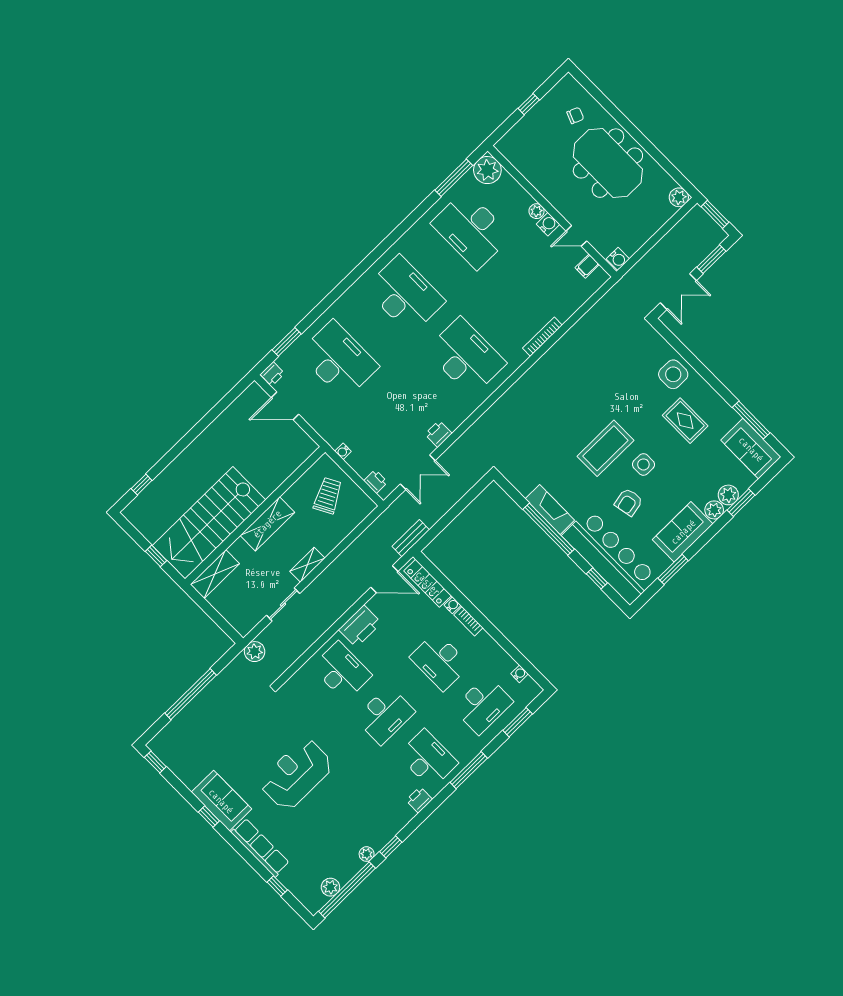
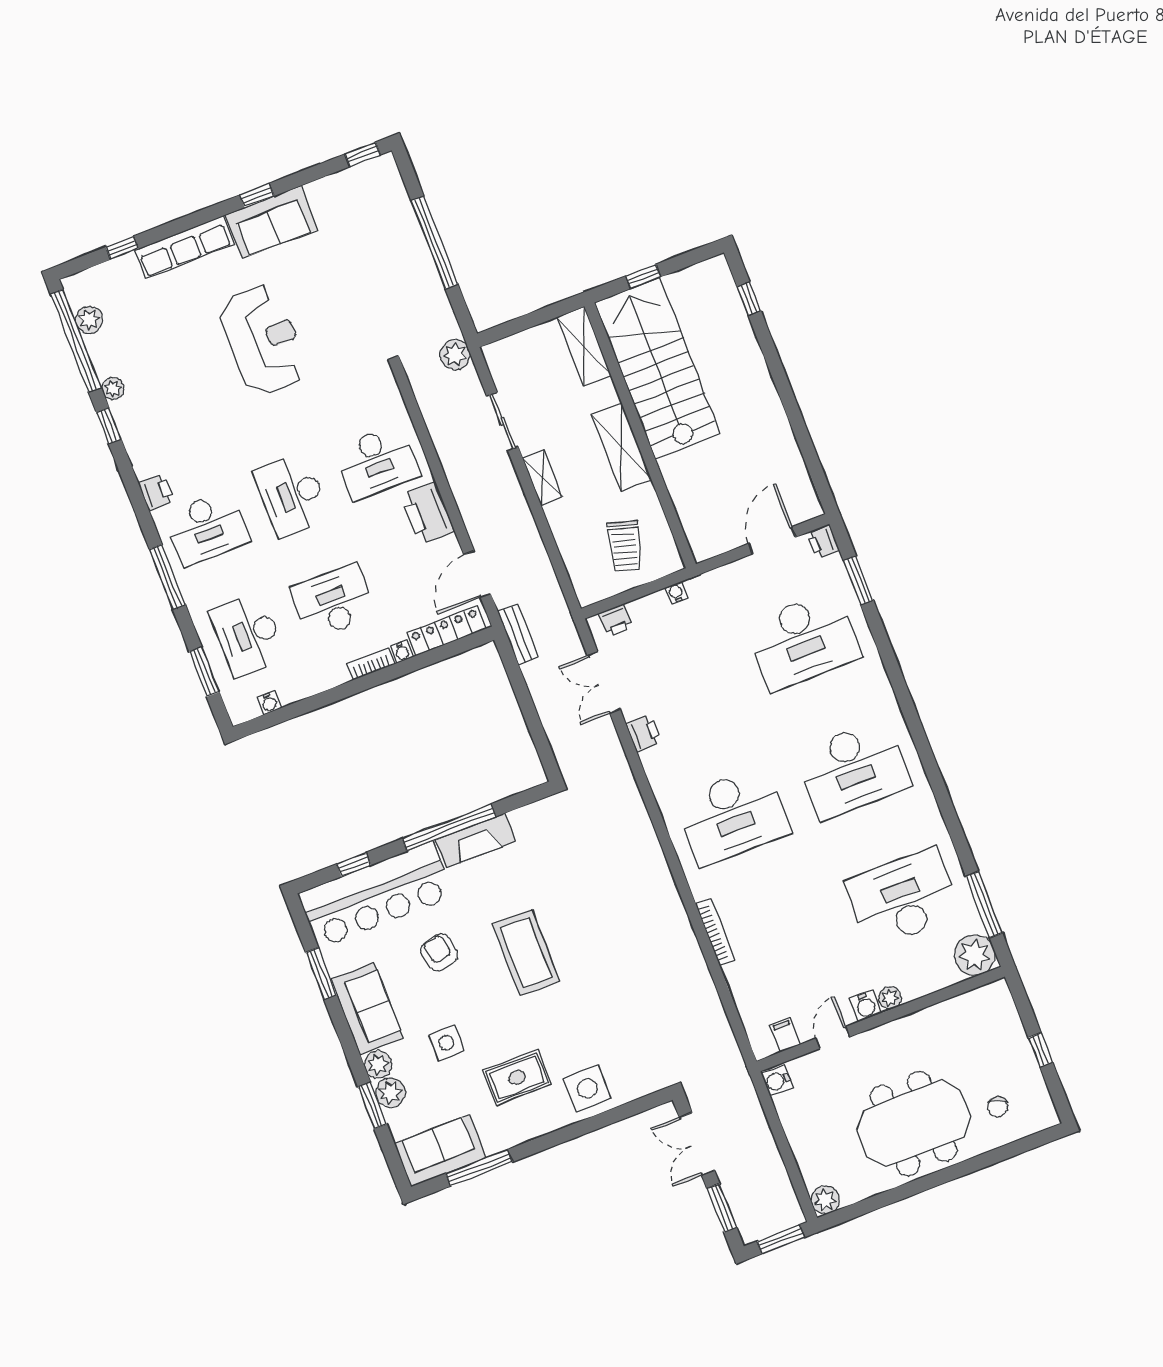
side table: (643, 464) -> (446, 1043), moved
trolley: (328, 496) -> (625, 546), turned 44

